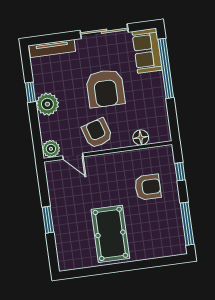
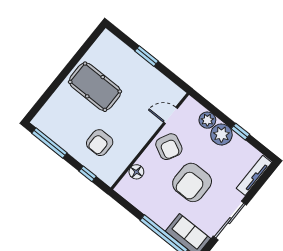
armchair: (105, 88) -> (192, 182), turned -90
armchair: (97, 133) -> (169, 147), turned 44
plant: (51, 149) -> (207, 120), moved

